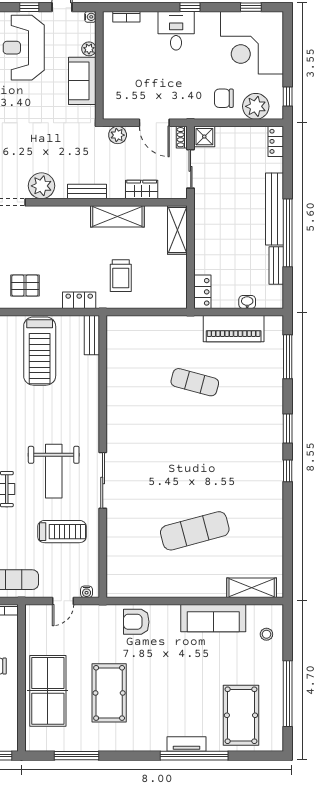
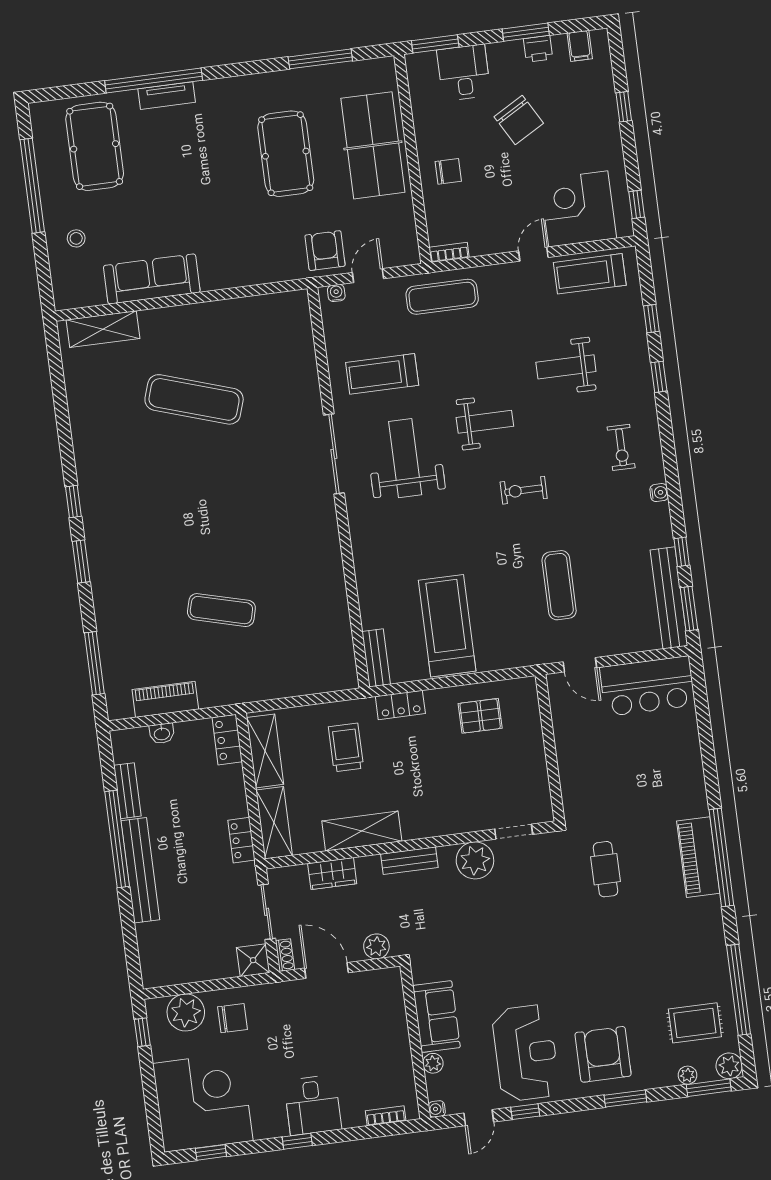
locker: (276, 141) -> (241, 840), moved, turned 180
shelving: (177, 281) -> (265, 751), added
piano: (234, 329) -> (165, 699), width x0.73, depth x0.75
exercise mat: (195, 531) -> (194, 399), turned 33
armchair: (136, 622) -> (325, 251), moved, turned -90
stool: (266, 634) -> (76, 238), moved

